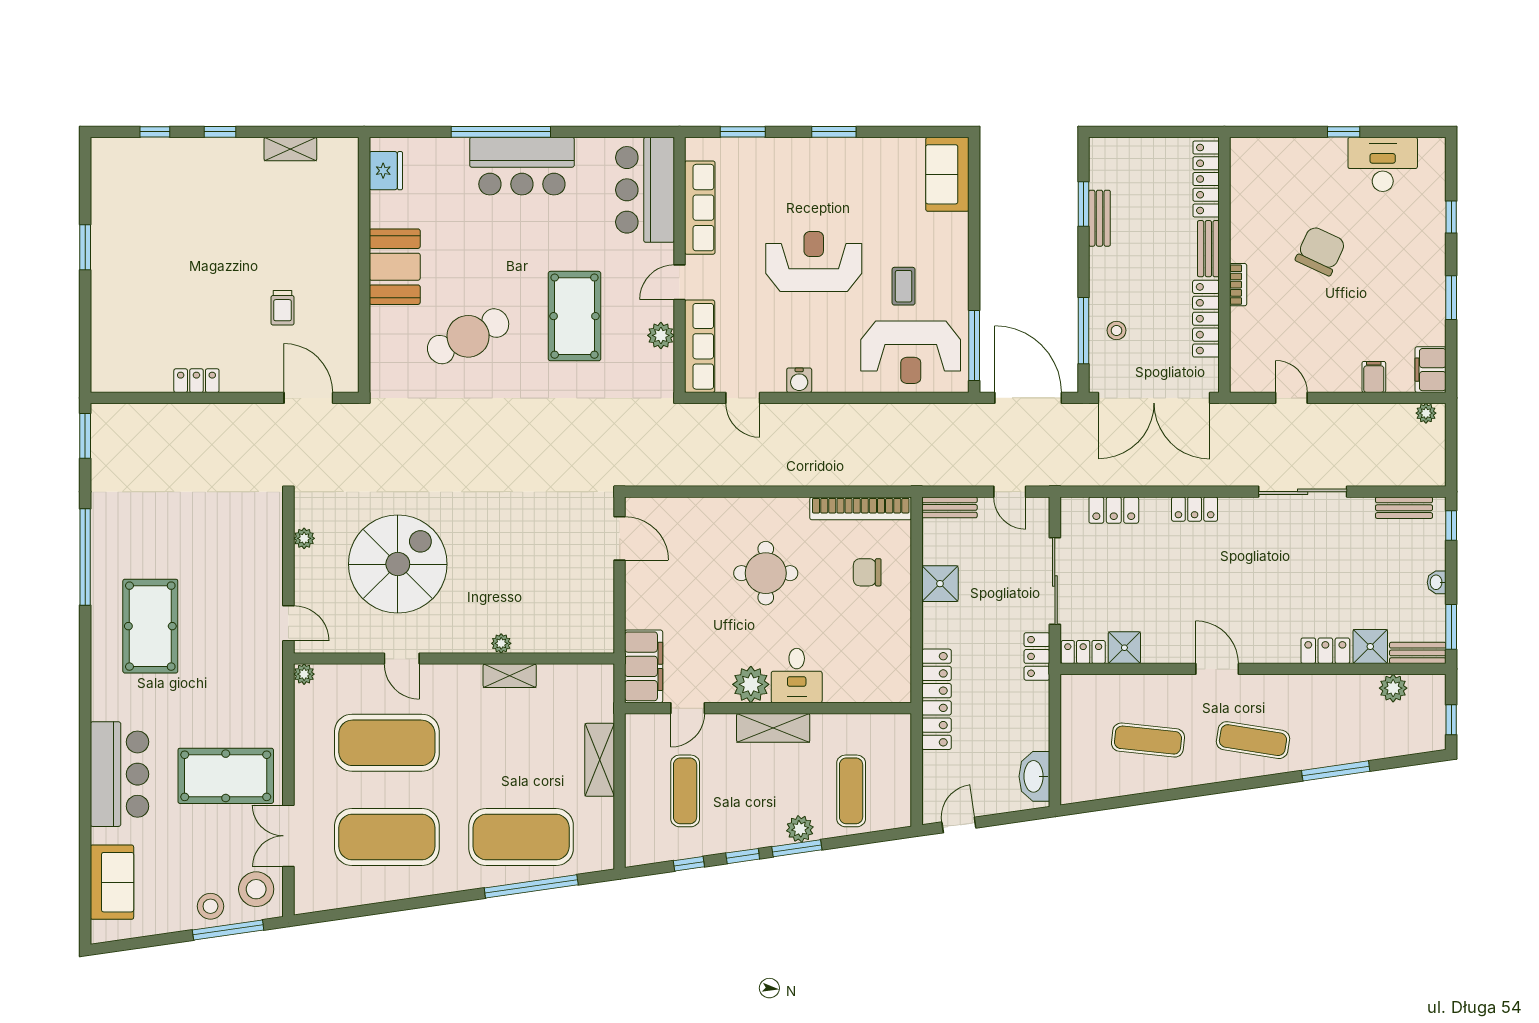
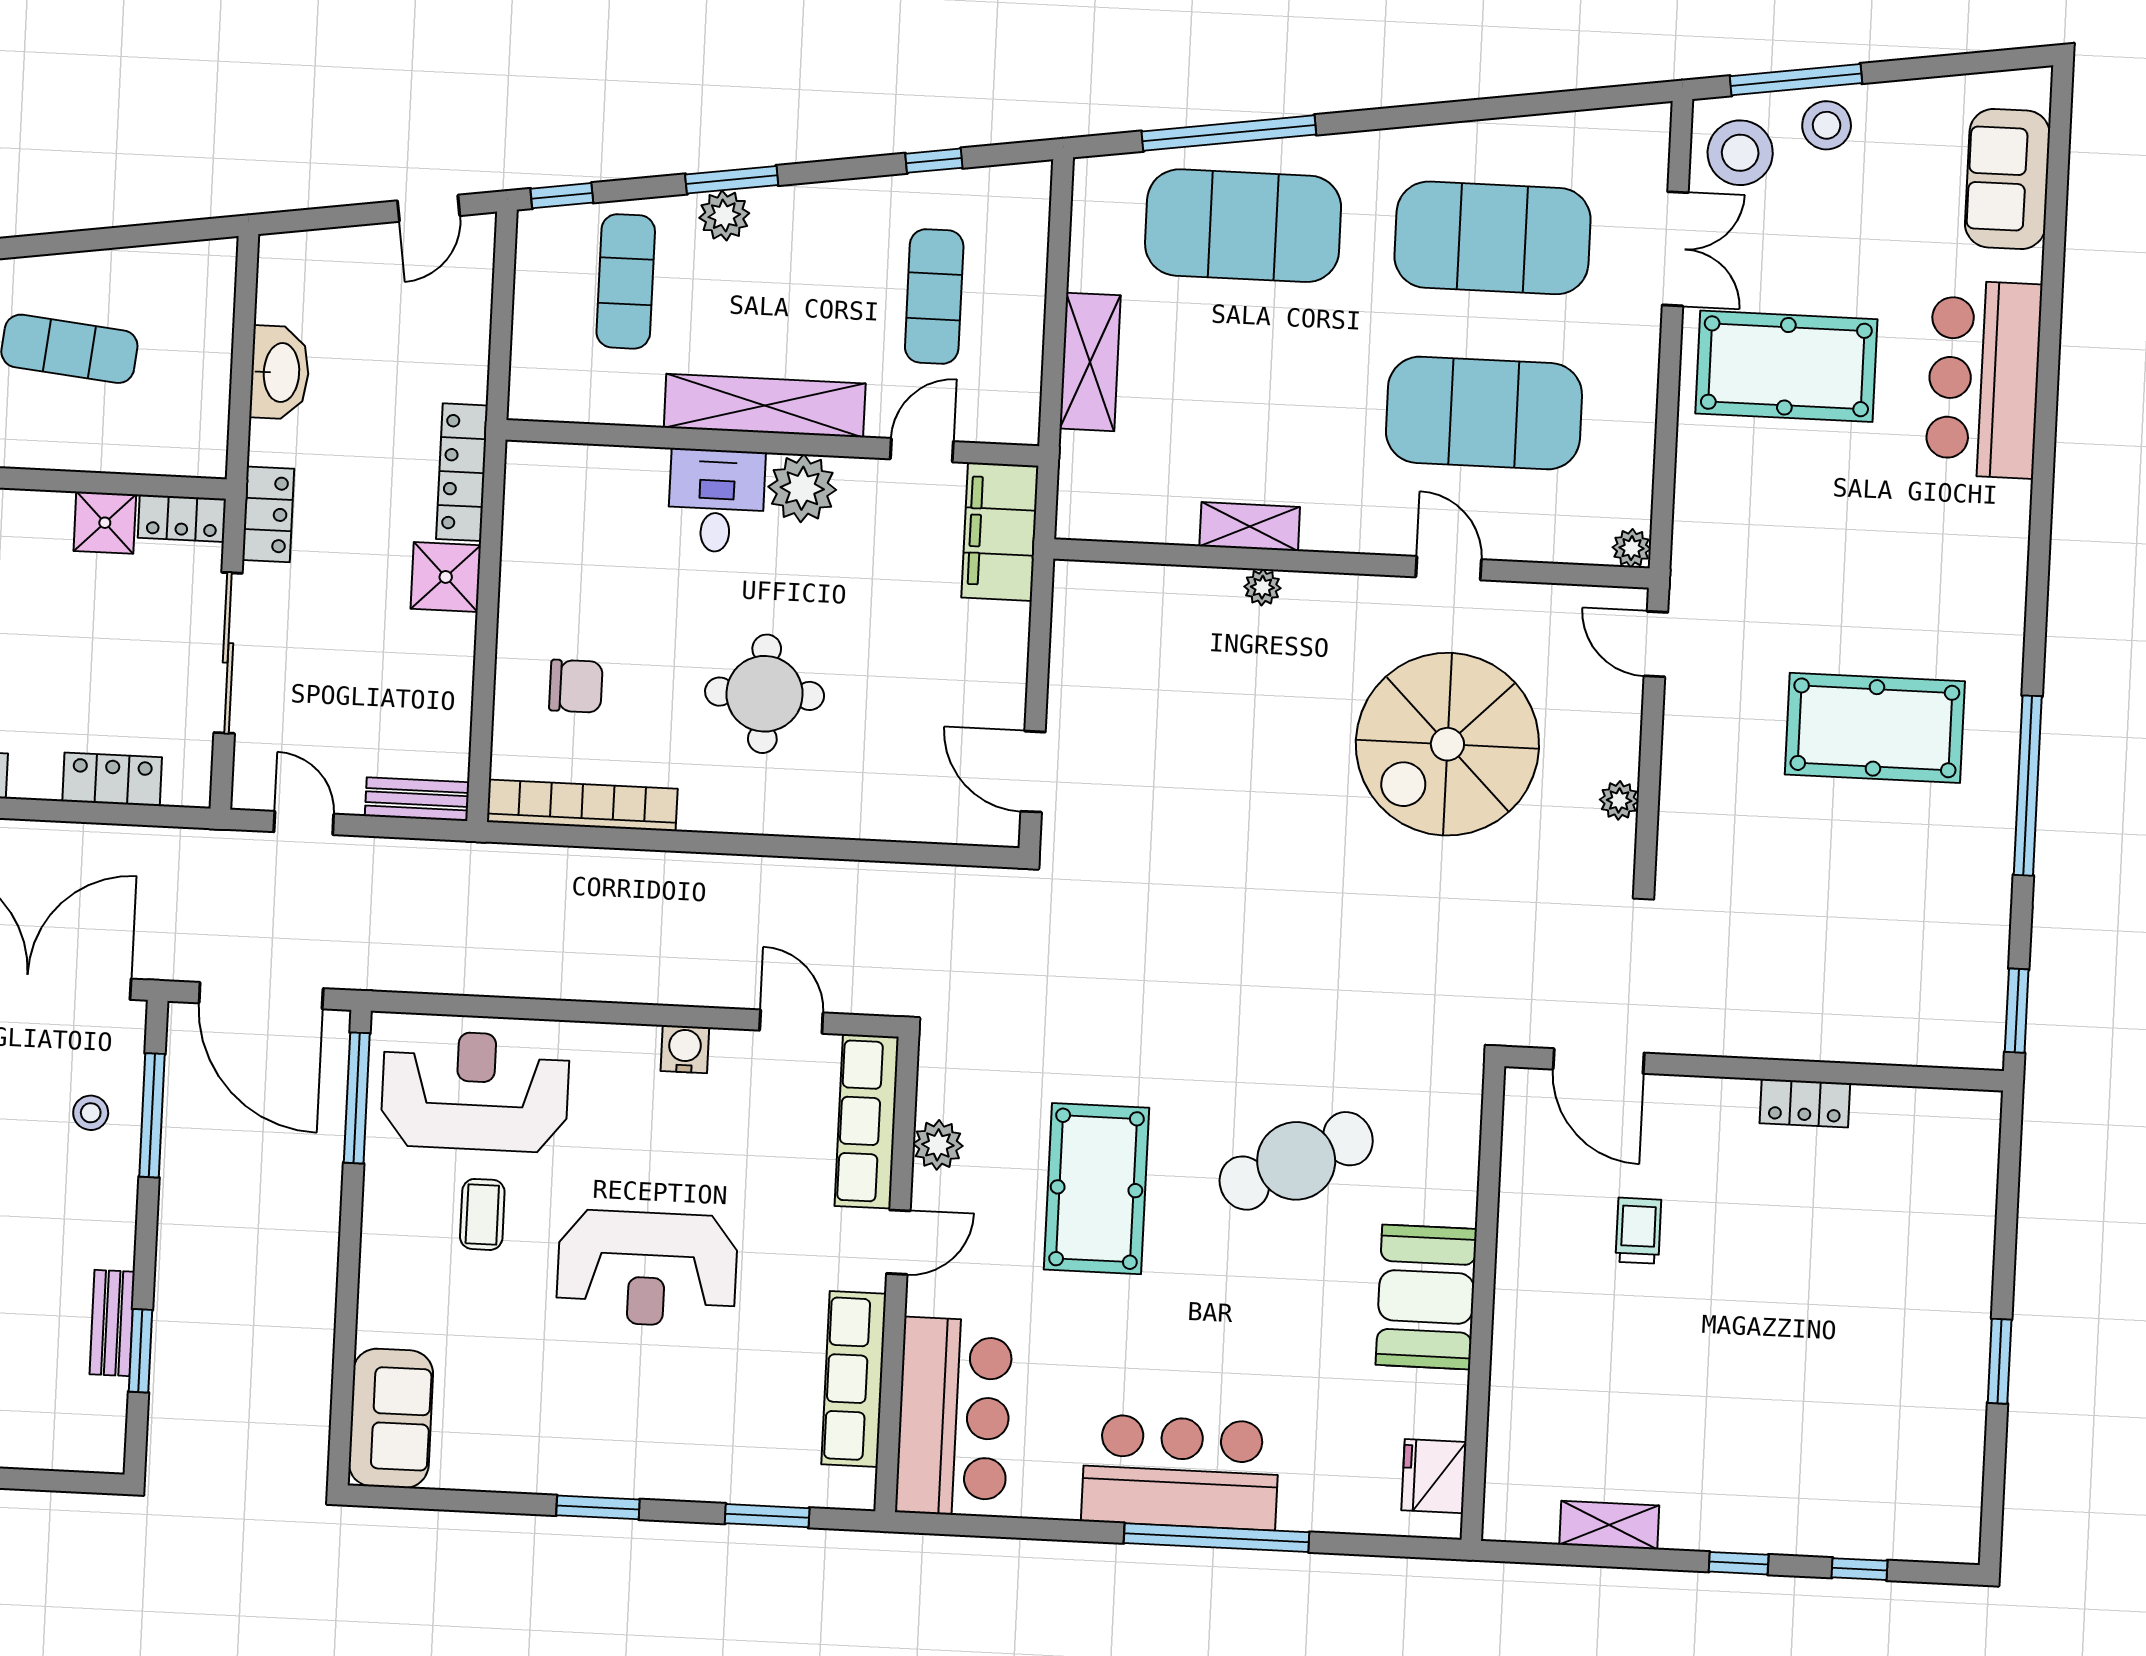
shower: (940, 584) -> (446, 577), moved
pool table: (150, 626) -> (1875, 728), moved, turned 90
locker: (937, 699) -> (462, 472), width x0.71, depth x0.83
shelving: (773, 728) -> (765, 406), width x1.47
washbasin: (1034, 776) -> (280, 372), moved
window: (743, 856) -> (562, 196), moved

